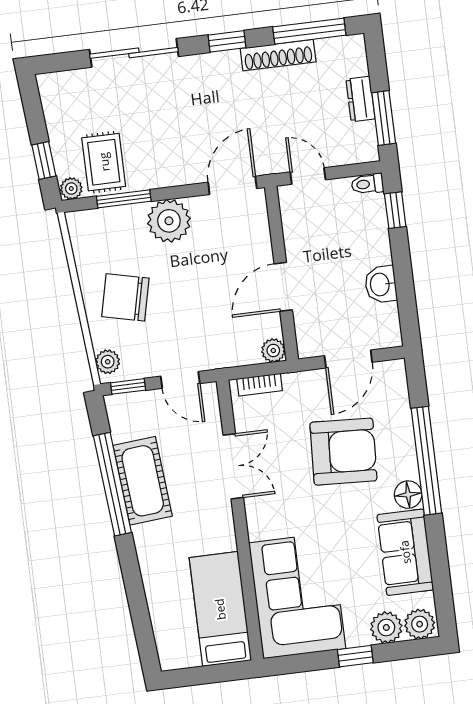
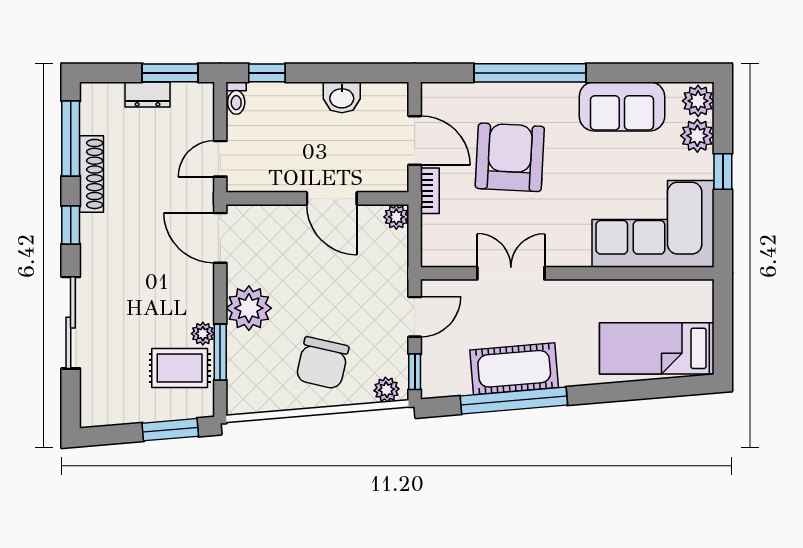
window: (44, 160) -> (170, 430), width x1.50
plant: (71, 189) -> (203, 334), moved
bookcase: (260, 385) -> (430, 191), moved
floor lamp: (408, 495) -> (563, 96), removed
bed: (220, 609) -> (657, 348), moved

